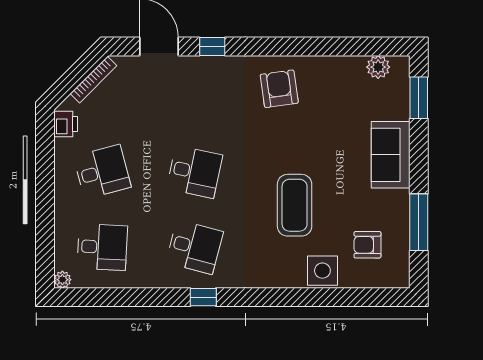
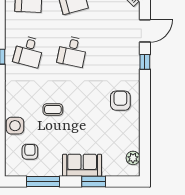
armchair: (279, 89) -> (120, 101), turned -82
window: (419, 98) -> (94, 181), moved
coffee table: (295, 205) -> (53, 109), width x0.54, depth x0.58

